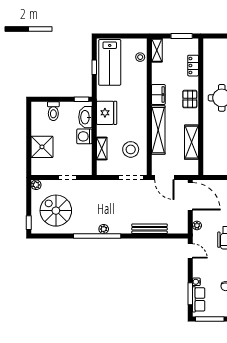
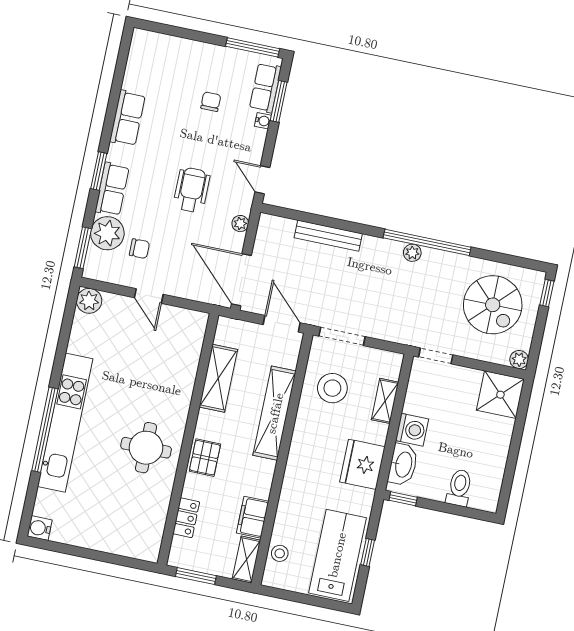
filing cabinet: (158, 95) -> (253, 517), moved
shower: (42, 147) -> (500, 395), moved
doorway: (67, 178) -> (436, 356), moved

